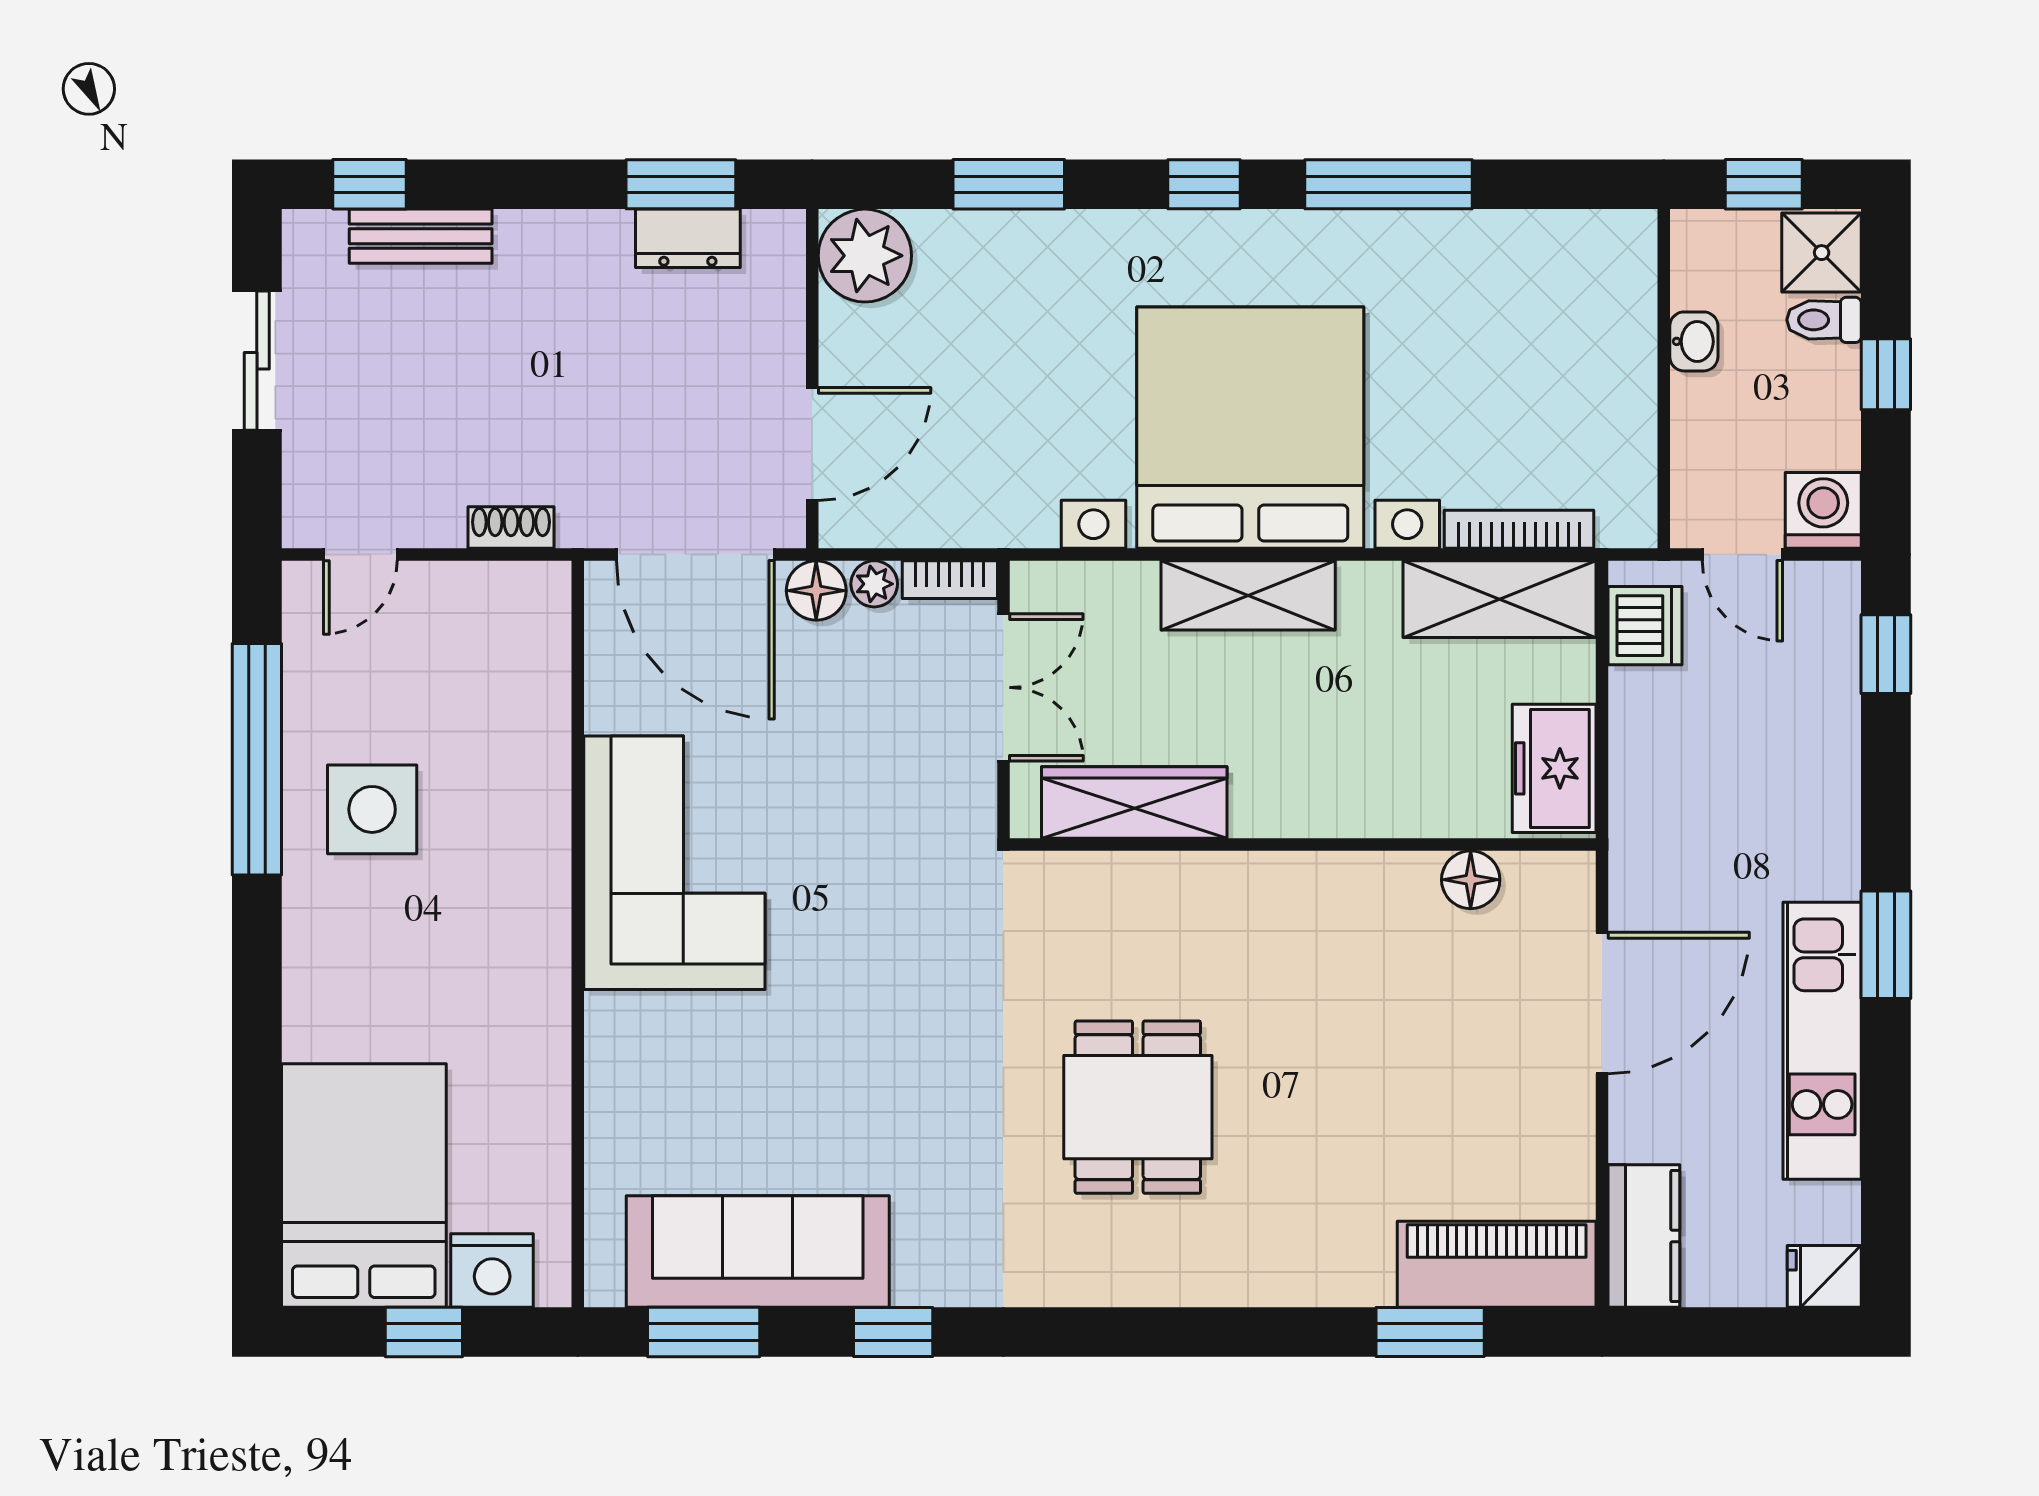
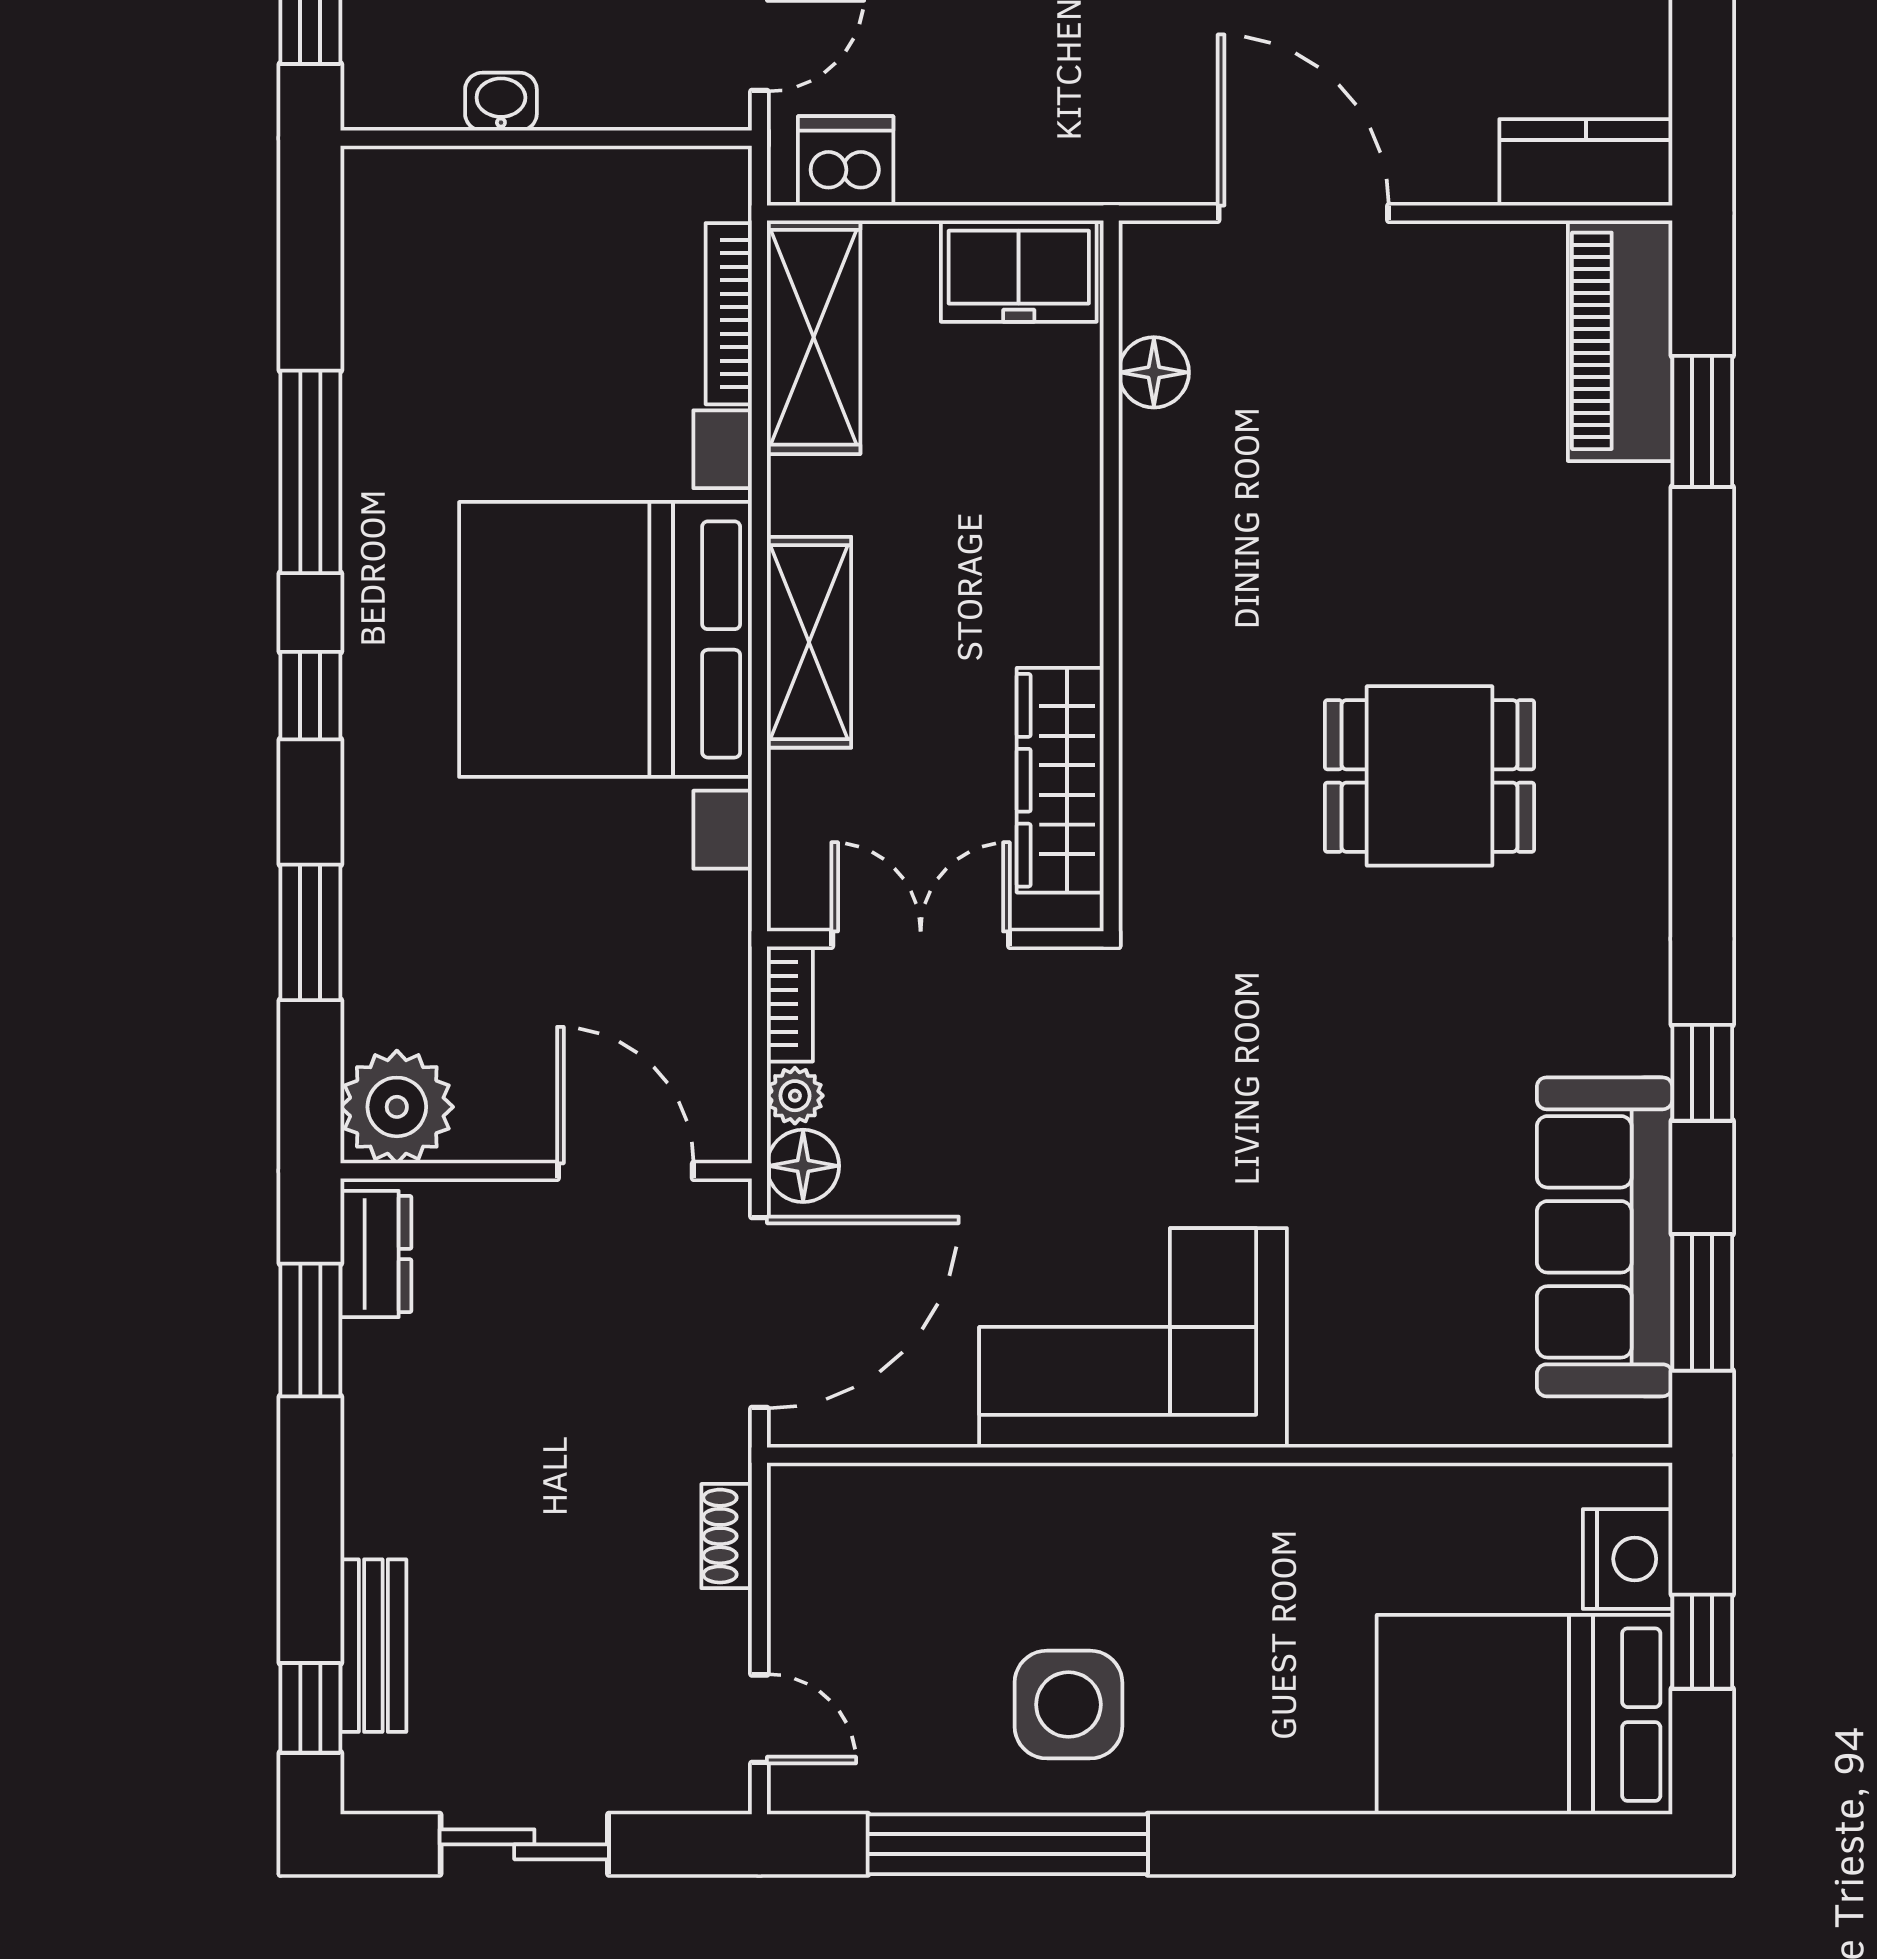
dresser: (688, 238) -> (376, 1254), moved

